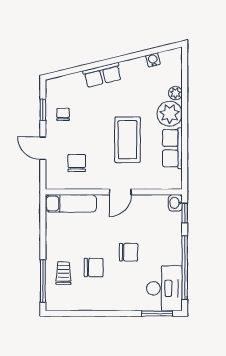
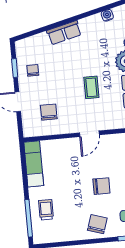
coffee table: (127, 140) -> (91, 87), width x0.54, depth x0.58
exam couch: (71, 203) -> (34, 164), moved, turned -90
chair: (94, 268) -> (97, 224), moved, turned -72

